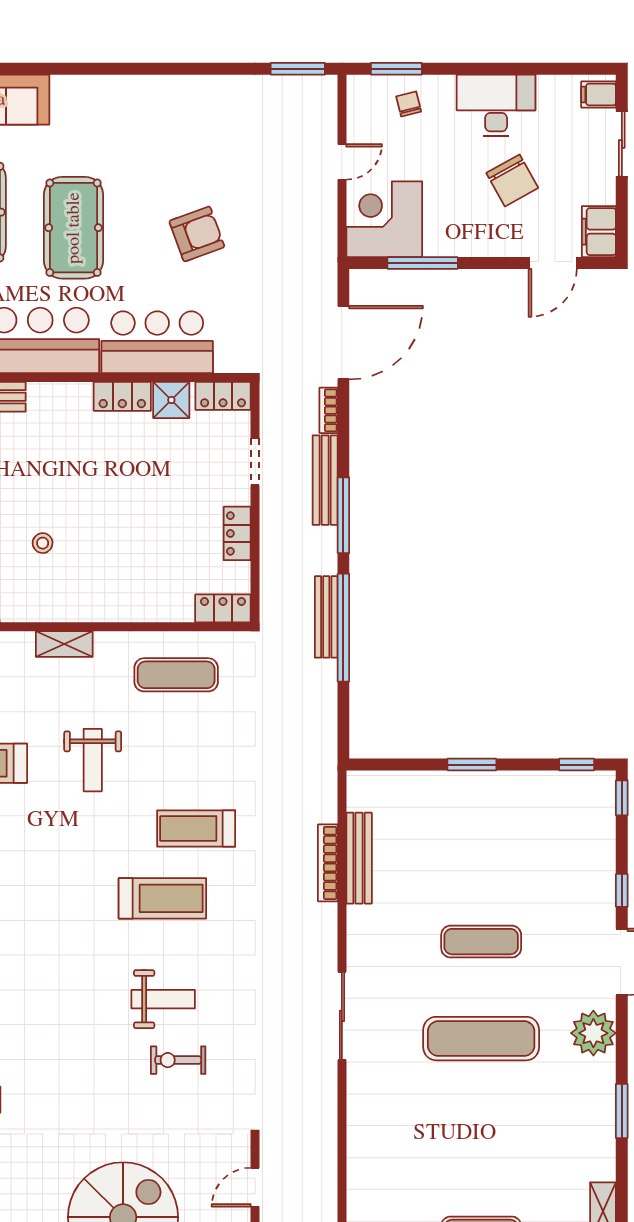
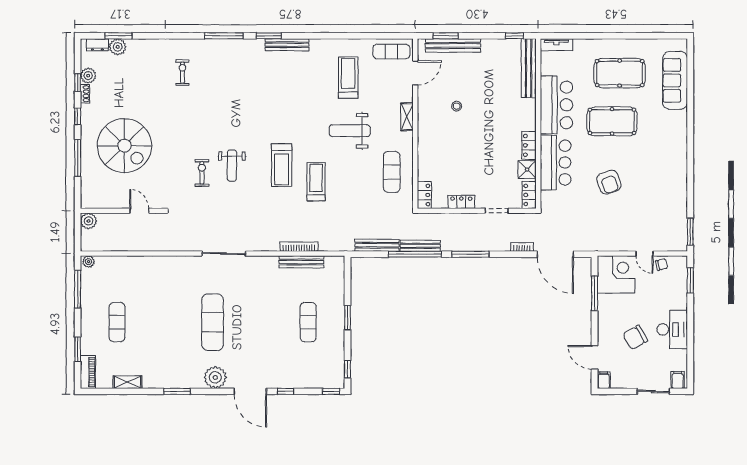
chair: (409, 104) -> (662, 265), moved
filing cabinet: (599, 232) -> (604, 380), width x0.50
bench: (325, 480) -> (377, 245), moved
weight bench: (93, 760) -> (350, 131), width x1.36, depth x1.33
exercise mat: (481, 942) -> (308, 322), moved

